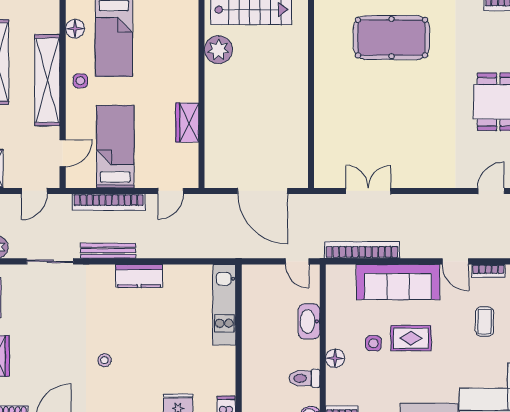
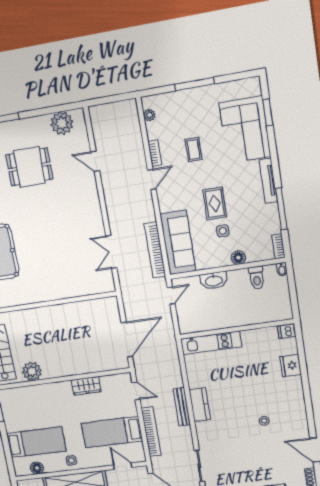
door: (263, 191) -> (127, 340), moved
bench: (108, 251) -> (182, 407), moved
sofa: (398, 282) -> (178, 242), moved
coffee table: (485, 322) -> (194, 150), turned 90

